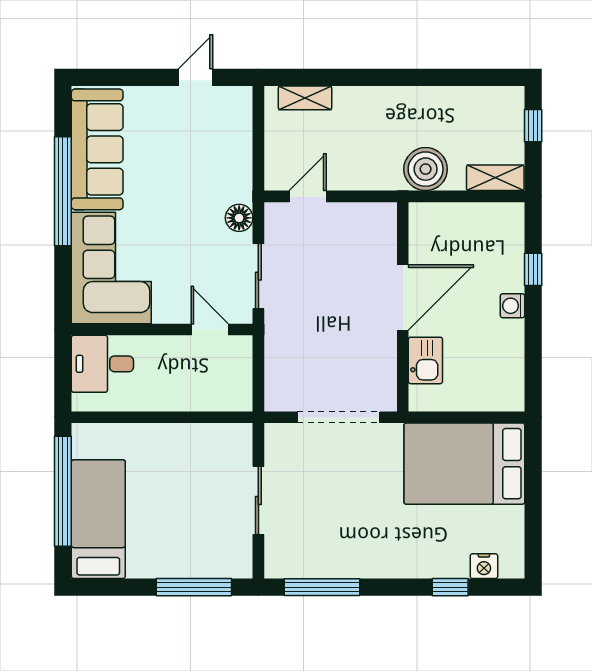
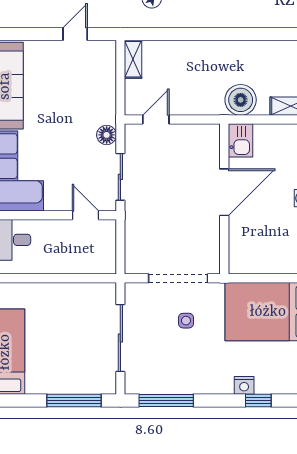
shelving: (305, 98) -> (133, 59), moved, turned 90
kitchen sink: (425, 360) -> (240, 140), moved
side table: (350, 476) -> (186, 321), added
sliding door: (258, 500) -> (120, 338), width x1.37
nightstand: (484, 566) -> (244, 385), moved

